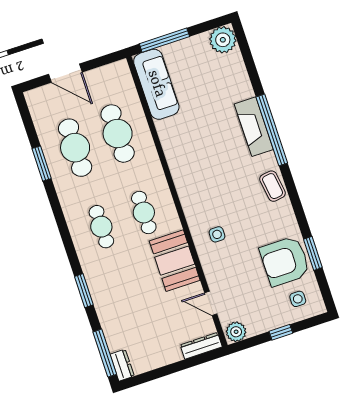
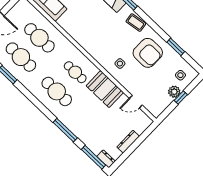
cafe table: (101, 227) -> (57, 91), width x1.37, depth x1.35
armchair: (285, 261) -> (148, 53), moved, turned -90
window: (84, 291) -> (65, 130), width x1.44
plant: (236, 332) -> (174, 92), moved
dresser: (201, 346) -> (128, 142), moved

